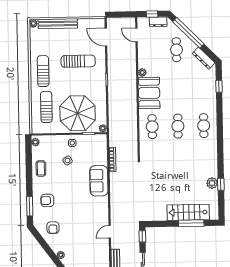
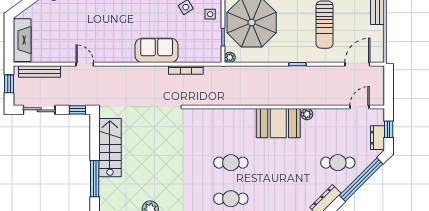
cafe table: (152, 127) -> (231, 127), removed
stairs: (188, 212) -> (110, 148), moved

